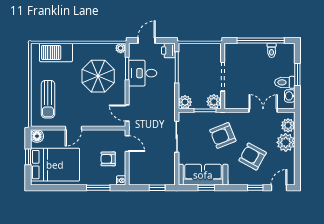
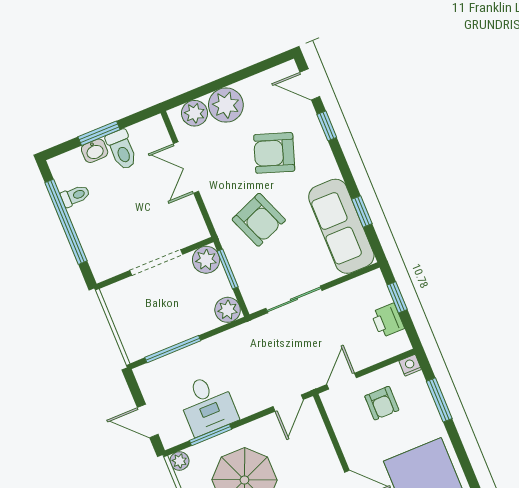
printer: (168, 51) -> (388, 320), moved, turned 90
washbasin: (290, 96) -> (95, 151), moved
armchair: (253, 156) -> (274, 153), turned 80

